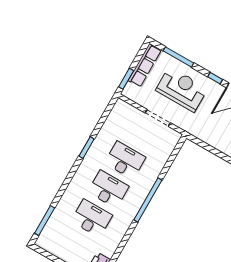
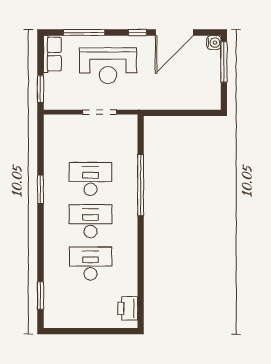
row of seats: (145, 65) -> (52, 54), width x0.68
reception desk: (182, 89) -> (108, 66), turned 180
window: (148, 200) -> (141, 185), moved
window: (45, 221) -> (41, 296), width x0.69

